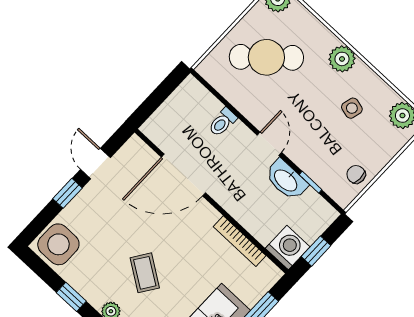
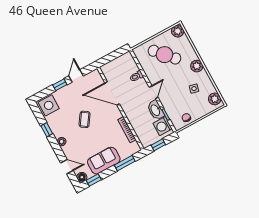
washing machine: (288, 248) -> (163, 126), moved, turned 180
coffee table: (145, 273) -> (85, 119), moved

